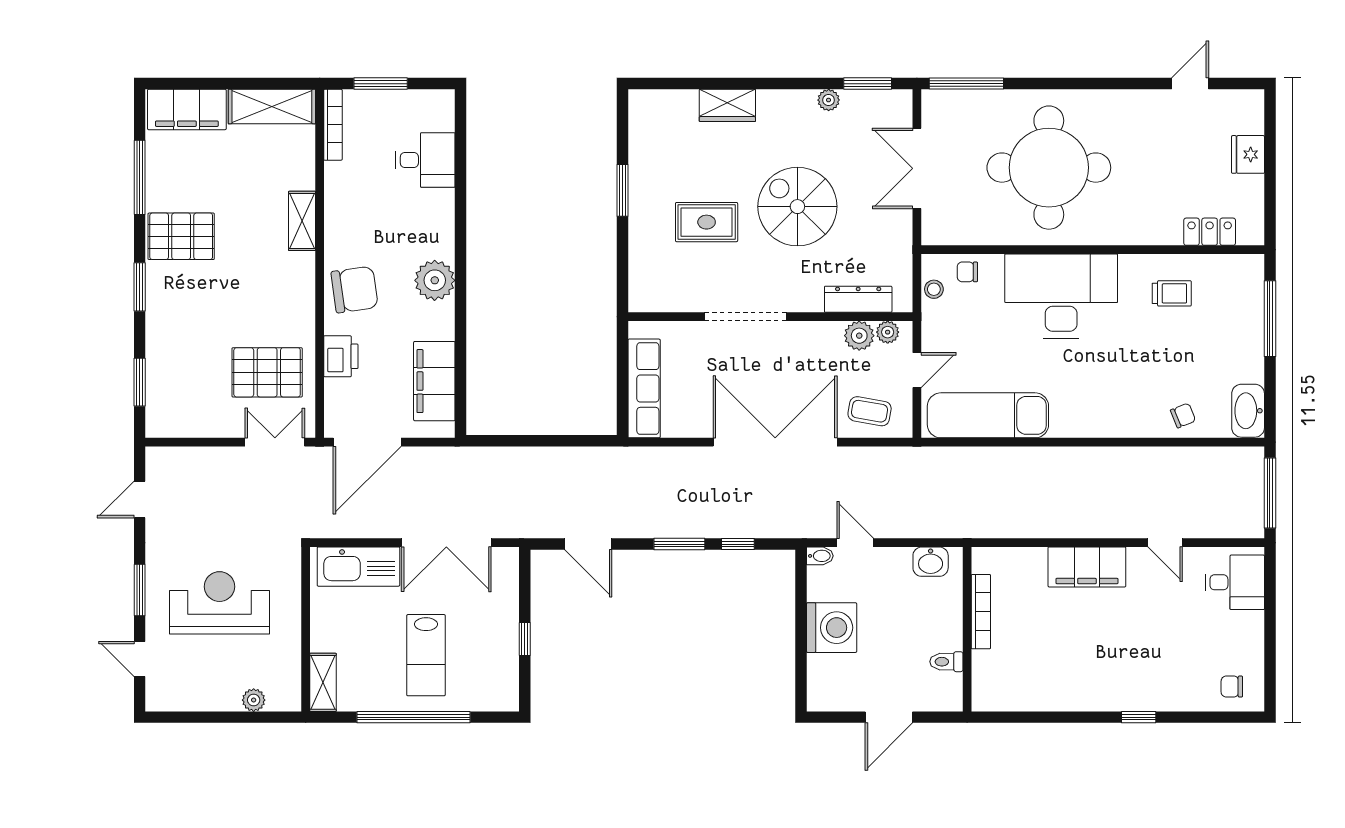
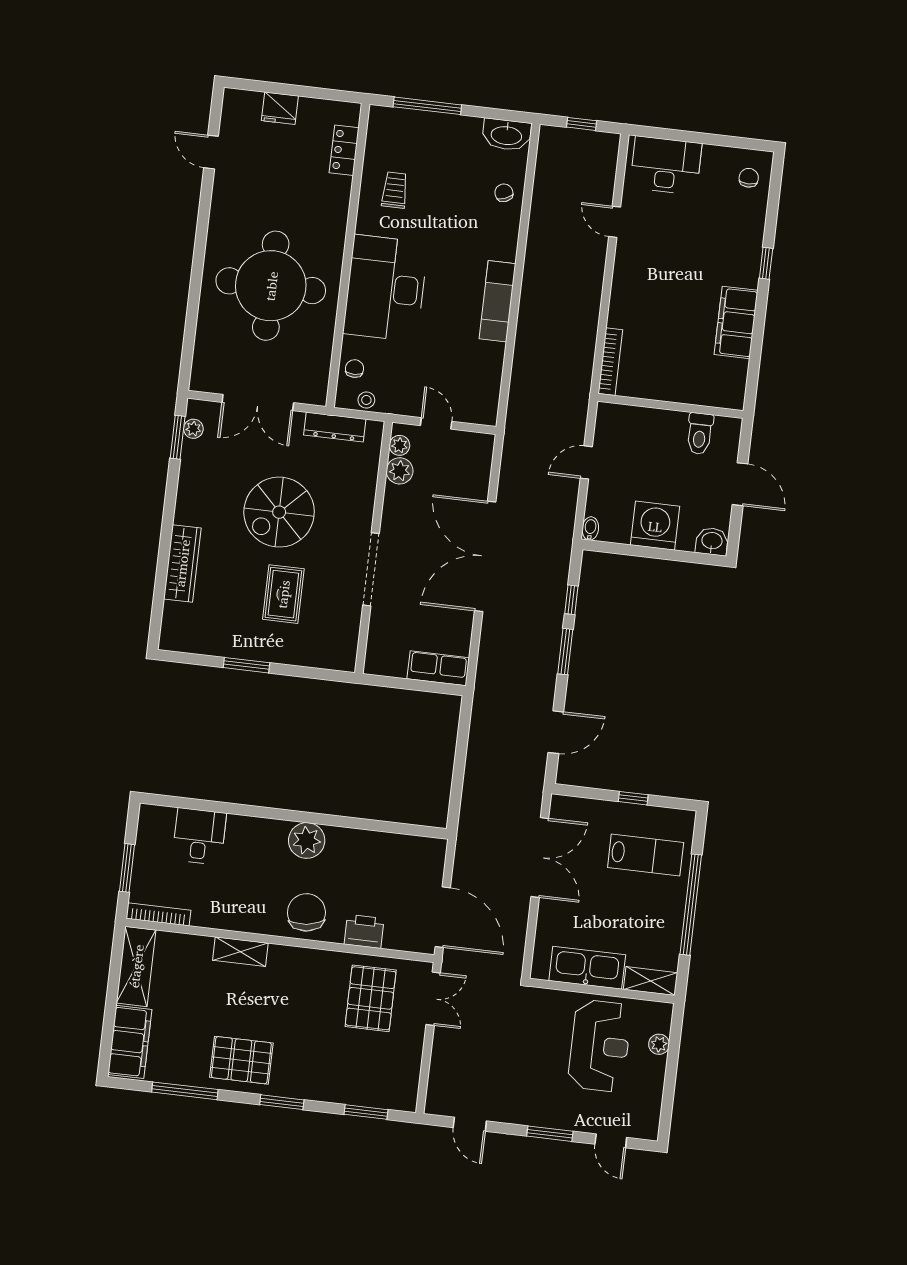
window: (966, 84) -> (188, 350), removed
plant: (829, 100) -> (193, 429), moved
wardrobe: (727, 105) -> (182, 563), width x1.50
pallet: (181, 236) -> (241, 1060), turned 90
chair: (967, 272) -> (355, 369), turned 180
dresser: (858, 299) -> (335, 427), moved, turned -90
filing cabinet: (434, 381) -> (396, 851), removed
row of seats: (644, 388) -> (438, 668), width x0.68
coffee table: (870, 411) -> (468, 470), removed
exam couch: (988, 415) -> (497, 301), moved, width x0.73, depth x0.69
double door: (275, 442) -> (433, 999), swing flipped
window: (1270, 493) -> (582, 124), width x0.46
door: (855, 543) -> (586, 462), moved
door: (1165, 543) -> (615, 222), swing flipped
washbasin: (931, 562) -> (712, 541), moved, turned -90
kitchen sink: (358, 567) -> (587, 968), moved, turned -90
filing cabinet: (1087, 567) -> (736, 322), moved, turned 180
desk: (1235, 582) -> (666, 165), width x1.37
reception desk: (220, 603) -> (600, 1046), moved, turned 180
bookcase: (981, 612) -> (610, 362), moved, turned 90
lab bench: (426, 655) -> (646, 855), moved
door: (140, 659) -> (611, 1141), hinge flipped
toilet: (946, 662) -> (700, 434), width x1.37, depth x1.39
chair: (1232, 687) -> (749, 178), turned 180

